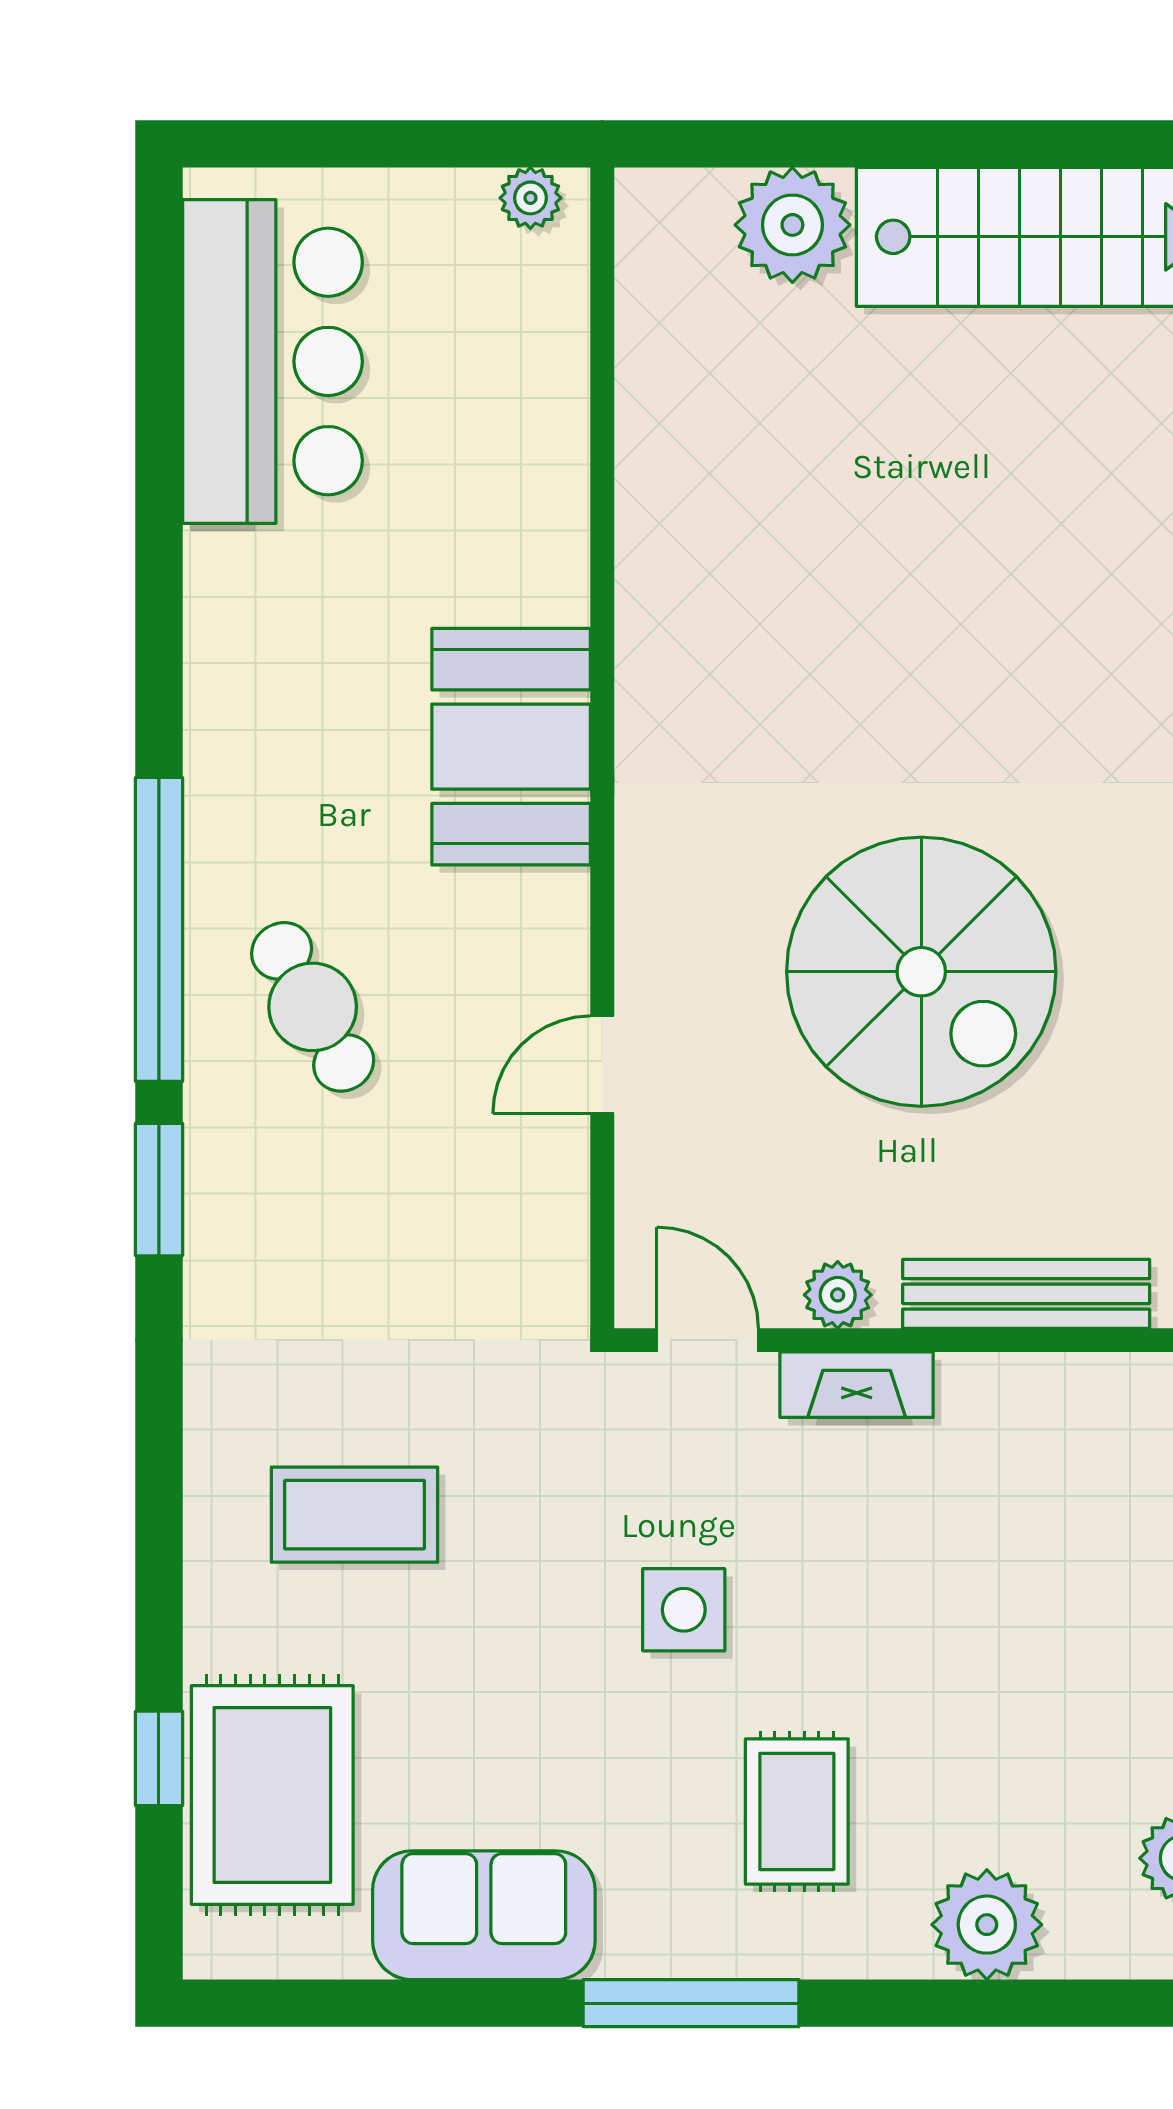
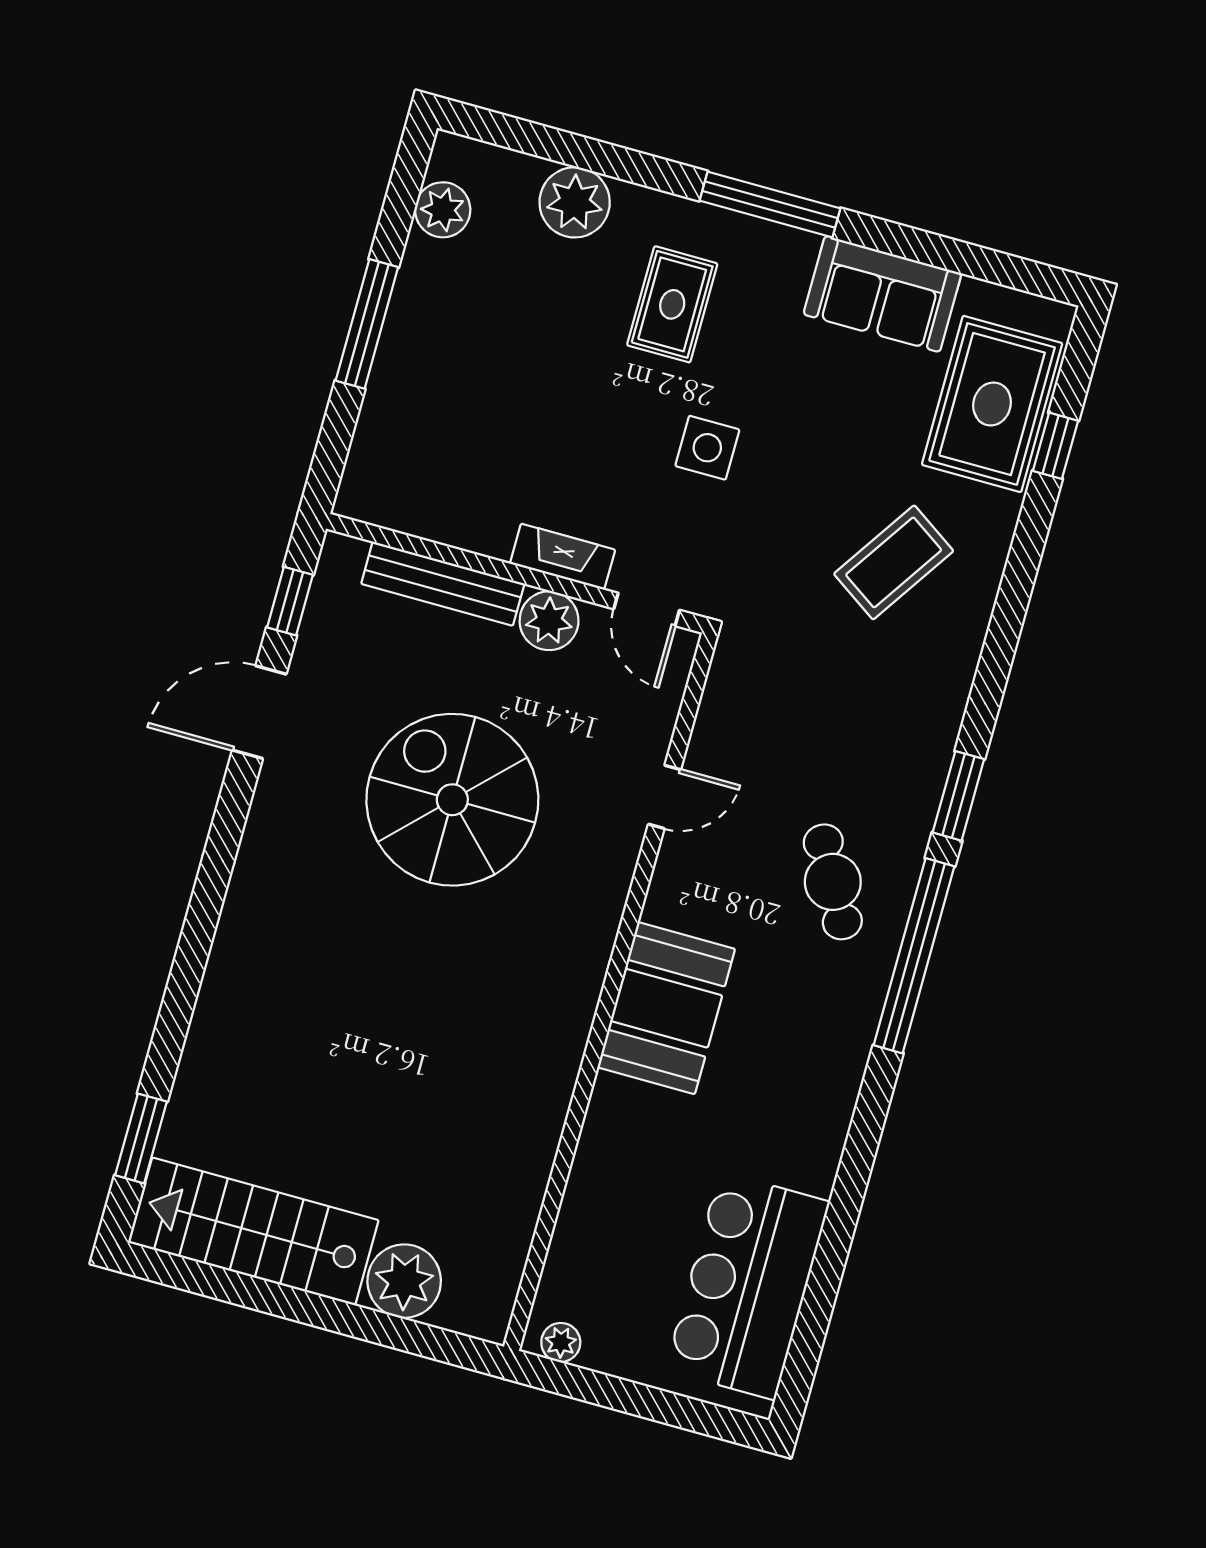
plant: (838, 1295) -> (549, 621), width x1.38, depth x1.38
coffee table: (354, 1515) -> (894, 562), turned -56

